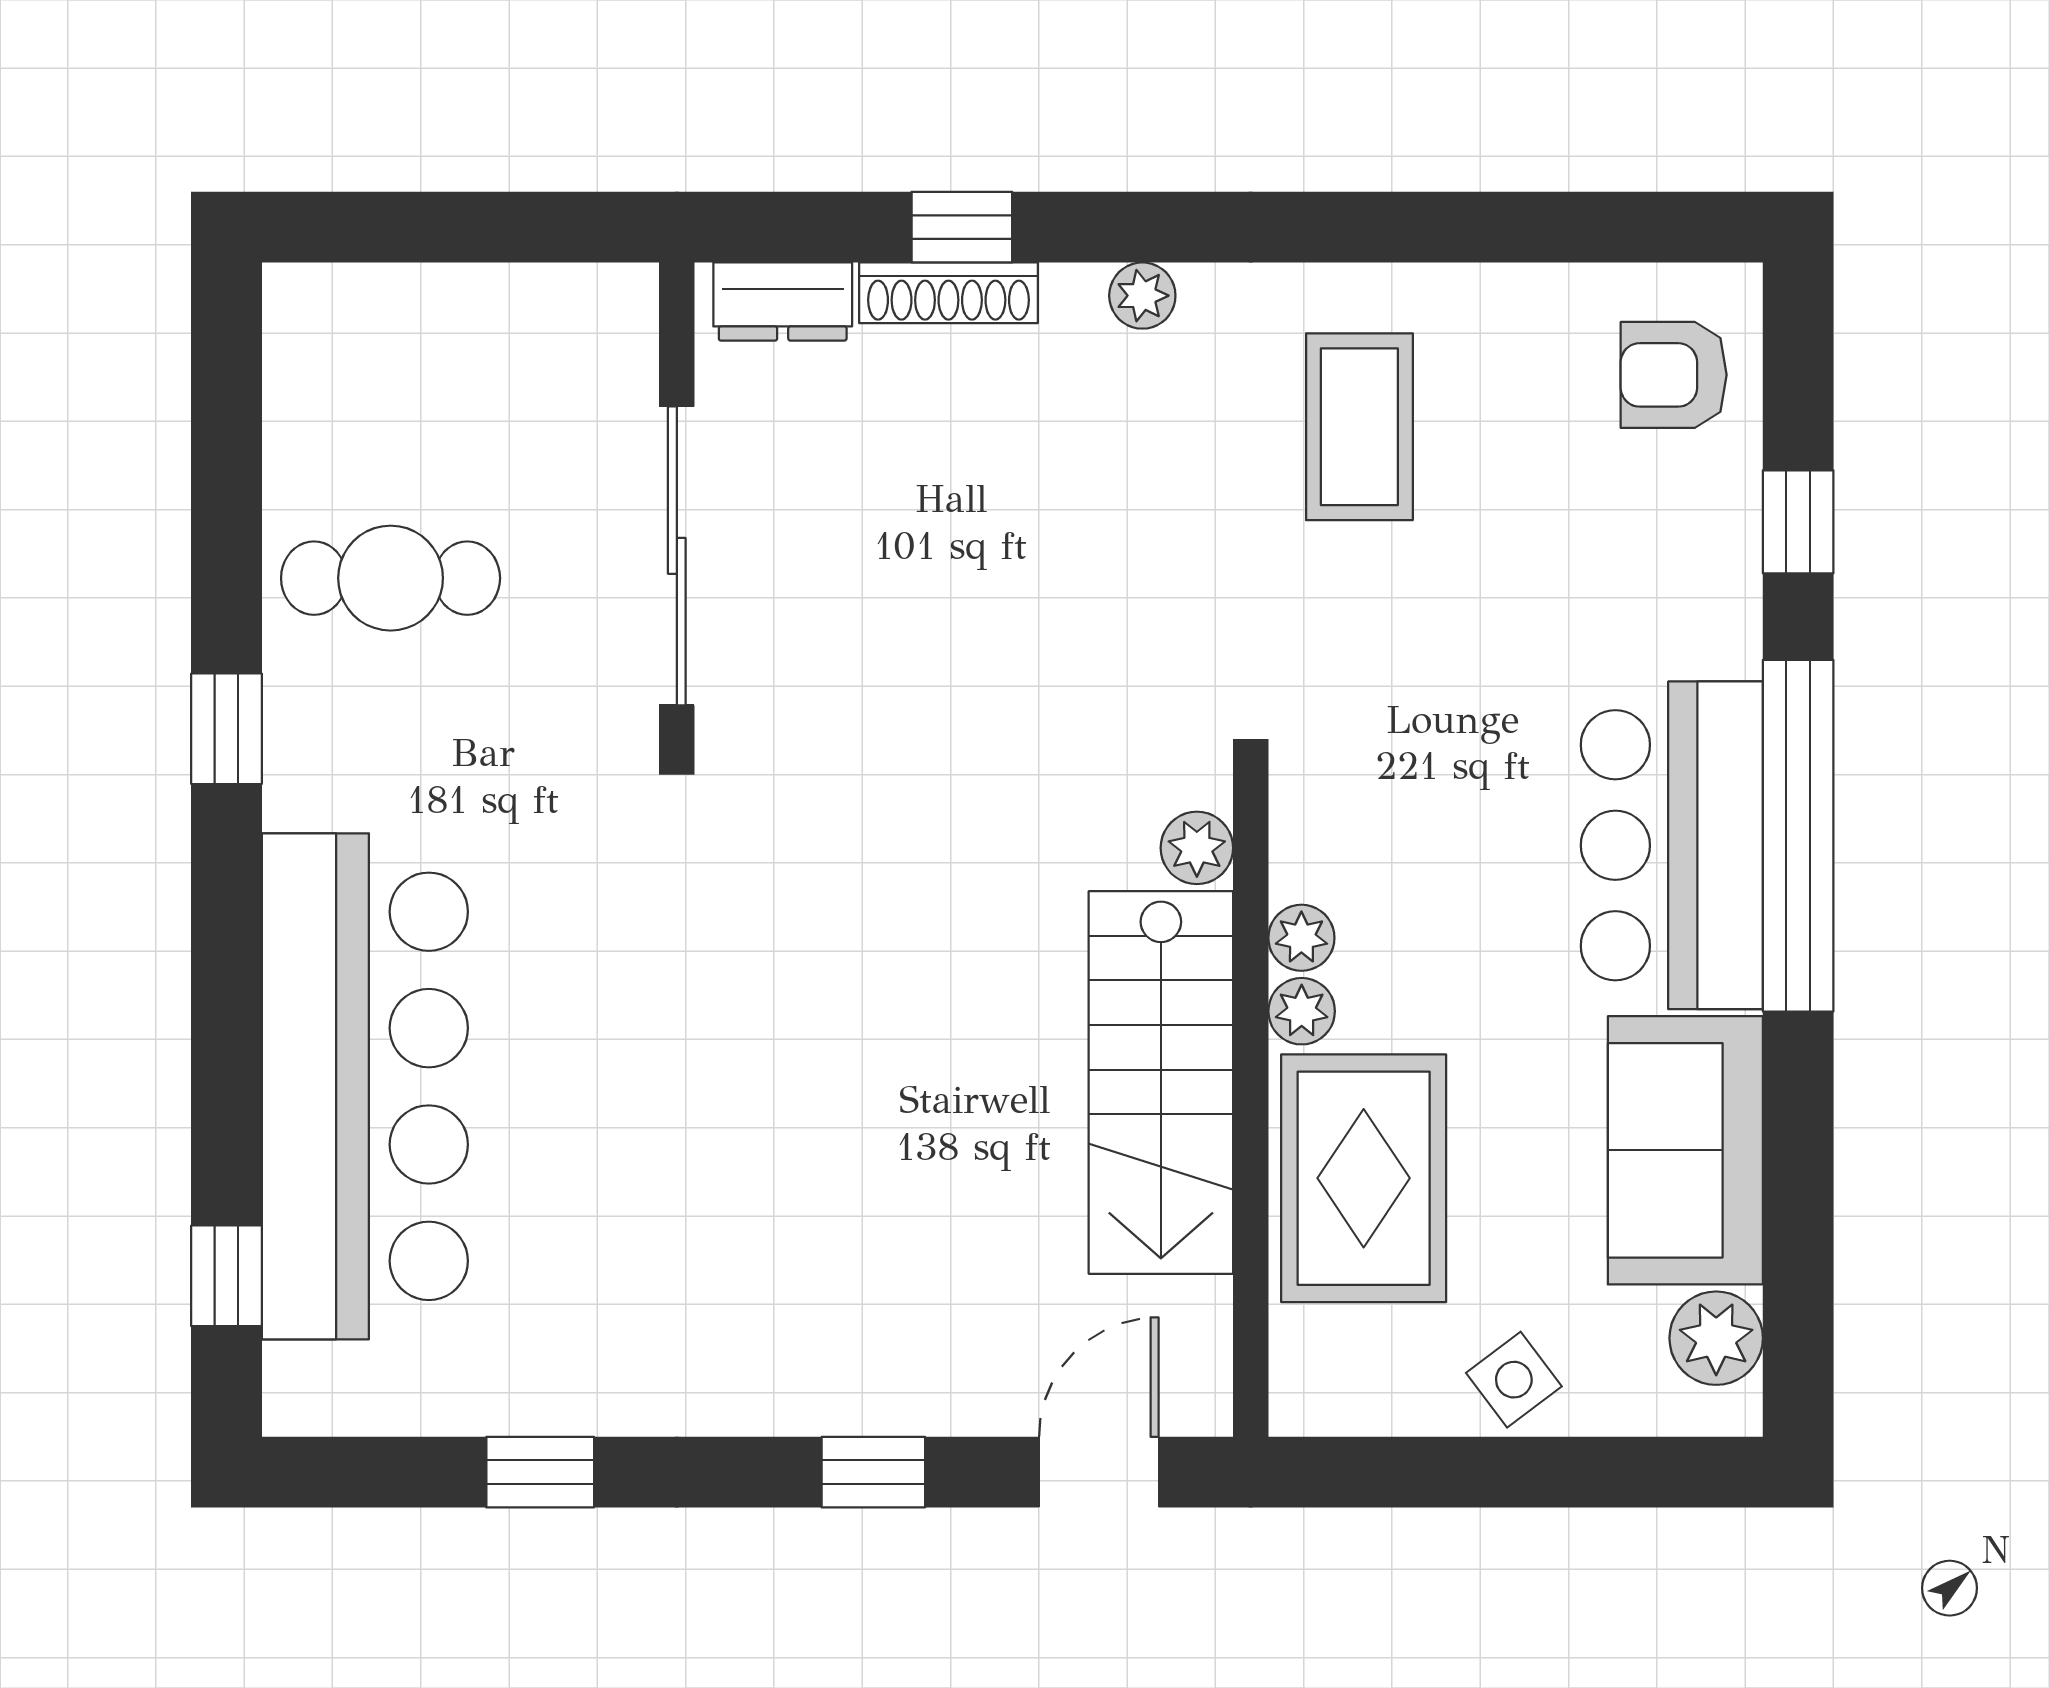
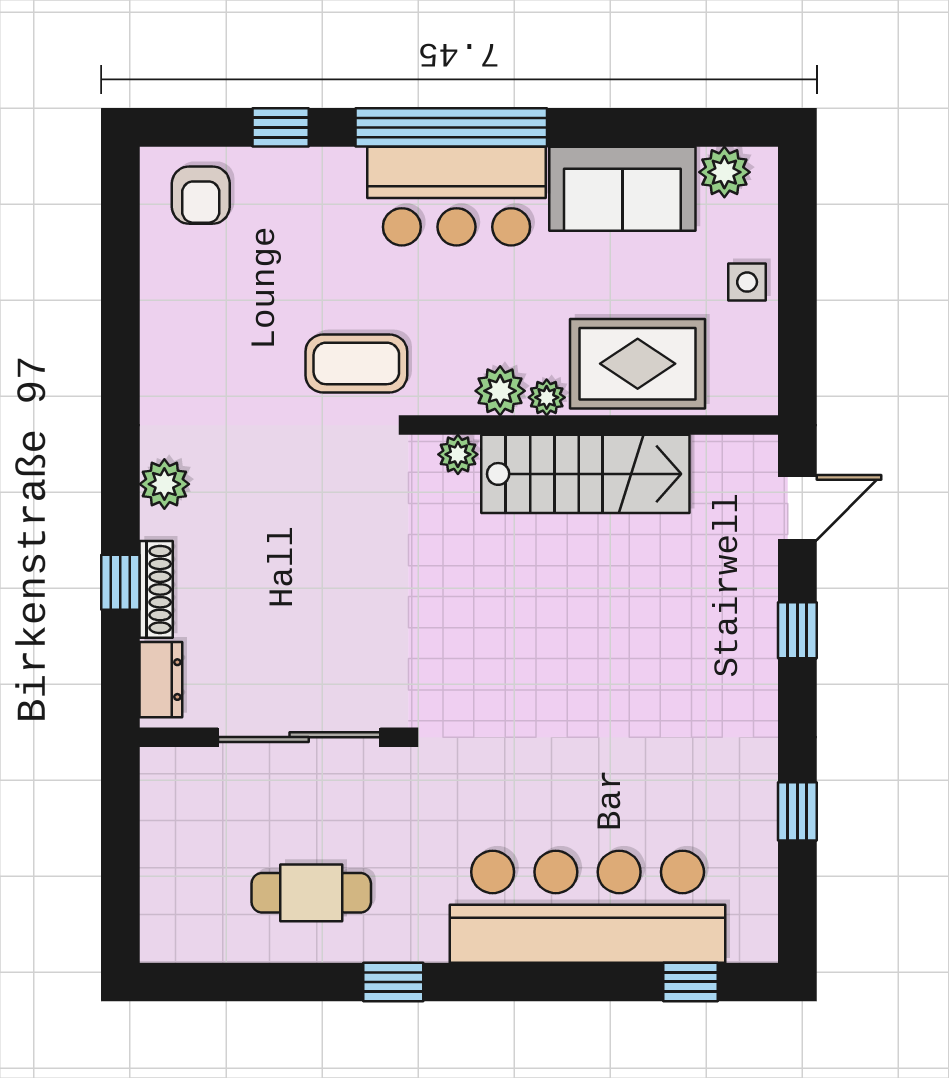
plant: (1142, 296) -> (164, 484), width x1.38, depth x1.38
coffee table: (1359, 427) -> (356, 363), moved
cafe table: (391, 578) -> (311, 893), turned 90
plant: (1301, 938) -> (500, 391), width x1.38, depth x1.38
side table: (1514, 1380) -> (747, 282), turned 37
door: (1099, 1472) -> (797, 508), swing flipped

